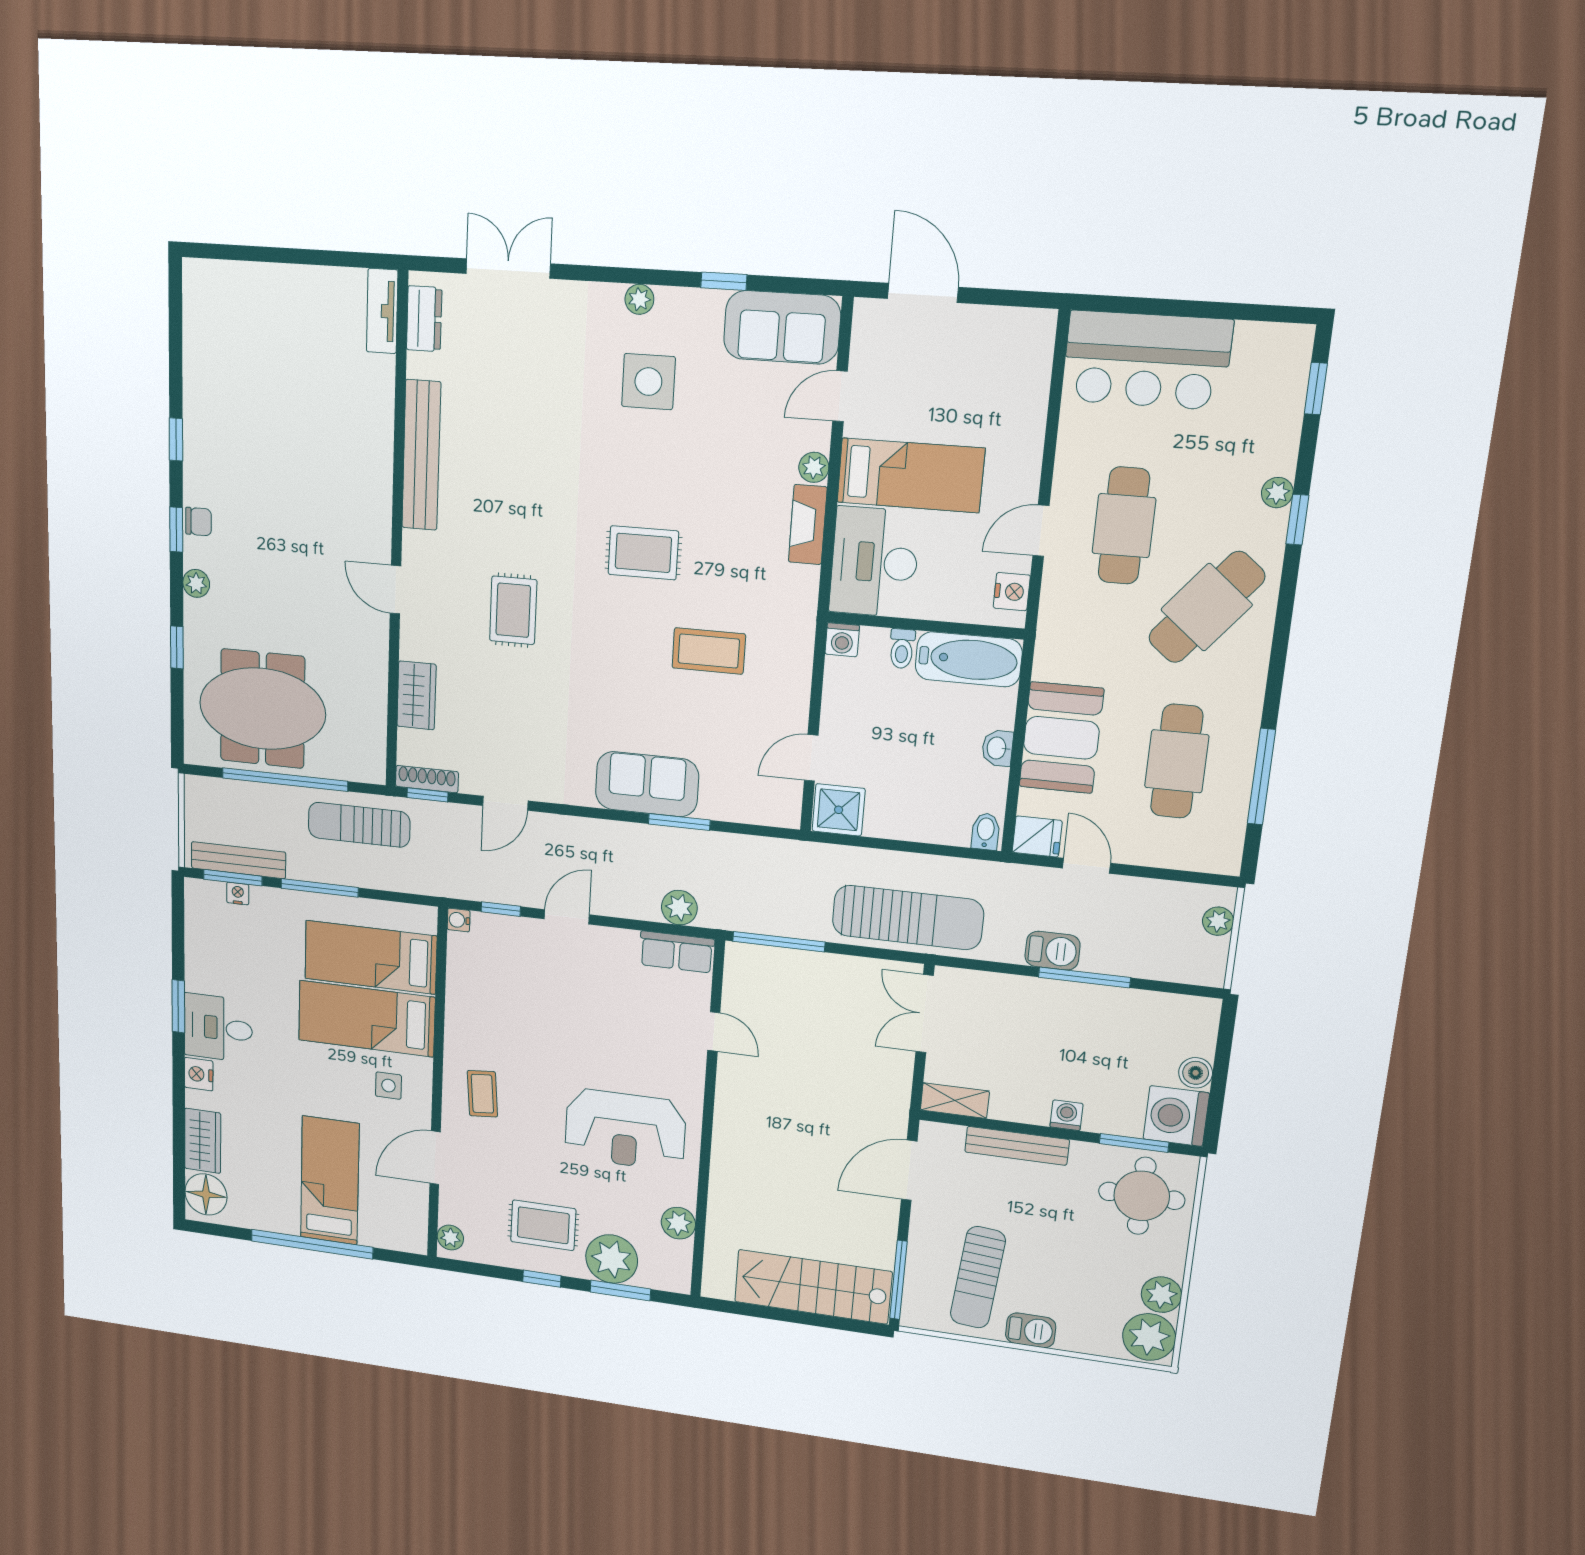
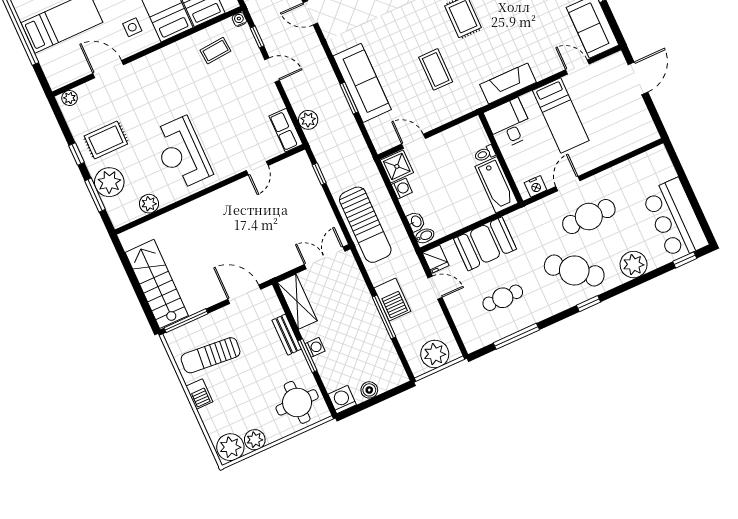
bar counter: (1147, 360) -> (675, 219), moved
plant: (814, 467) -> (541, 72), removed
plant: (1277, 493) -> (634, 265), width x1.87, depth x1.87
window: (1297, 520) -> (588, 304), moved
fireplace: (808, 525) -> (508, 83), width x1.37, depth x1.32
door: (1041, 531) -> (568, 184), hinge flipped
desk: (874, 562) -> (509, 124), width x0.73
washing machine: (842, 640) -> (402, 188), moved, turned 180
washbasin: (997, 748) -> (416, 222), moved, turned 90
cafe table: (1177, 761) -> (503, 298), width x0.73, depth x0.74
sofa: (647, 784) -> (362, 83), width x1.36
door: (1086, 866) -> (435, 288), hinge flipped
plant: (1218, 921) -> (435, 354), width x1.87, depth x1.87
window: (779, 942) -> (319, 174), width x0.46
barbecue: (1052, 951) -> (392, 300), width x1.38, depth x1.27
coffee table: (482, 1094) -> (215, 51), moved
shelving: (955, 1101) -> (297, 302), width x1.50, depth x1.33
washing machine: (1176, 1116) -> (342, 399), width x0.73, depth x0.73
window: (1134, 1143) -> (307, 356), moved
bench: (1017, 1146) -> (287, 335), width x0.73
rug: (543, 1225) -> (106, 140), turned 90

